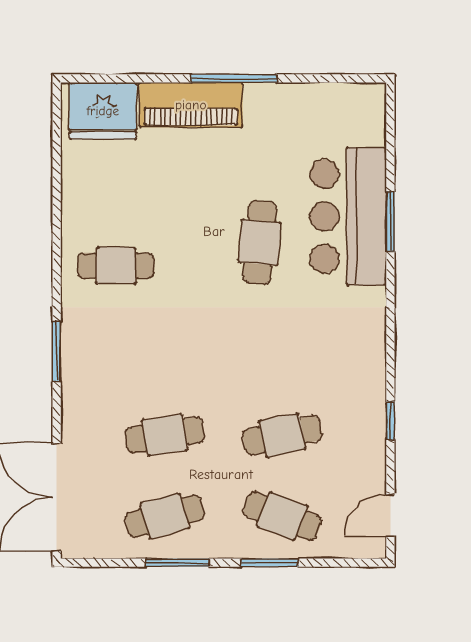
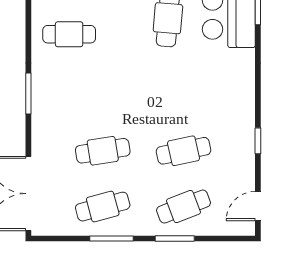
cafe table: (282, 516) -> (184, 207), turned -42

